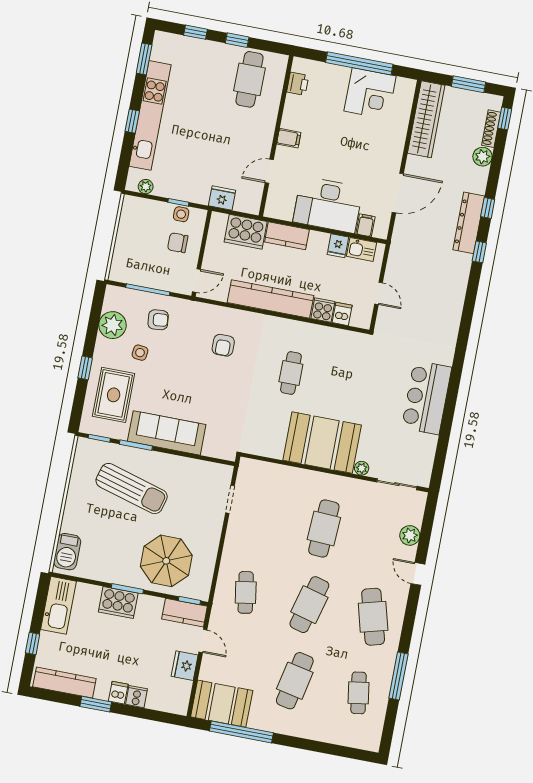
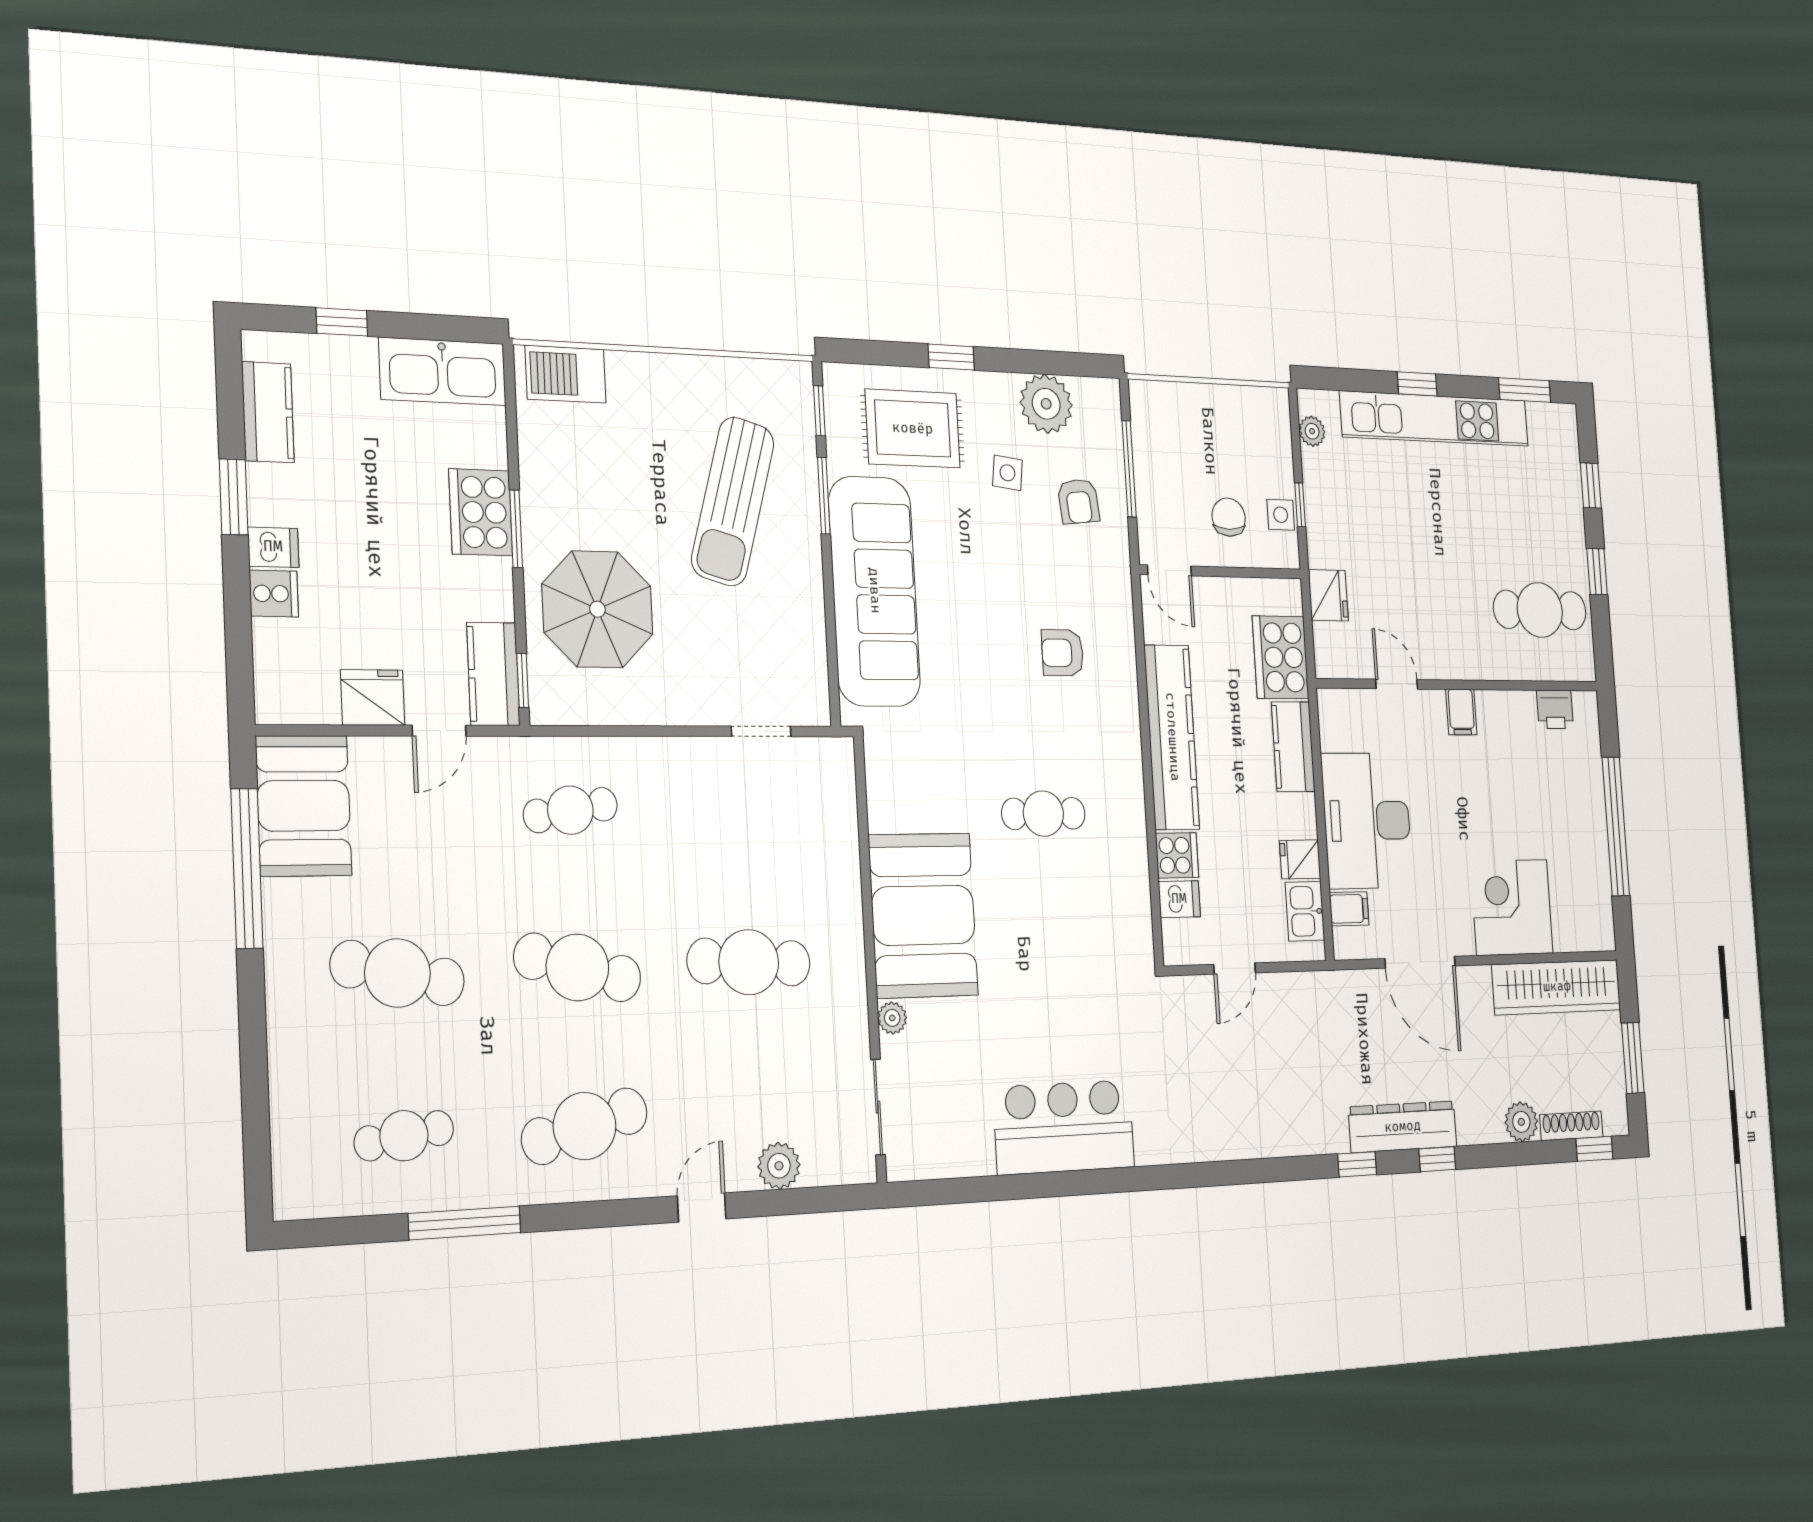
corner desk: (370, 94) -> (1512, 907), moved, turned 90
sofa: (167, 433) -> (874, 591), width x1.36, depth x1.27
kitchen counter: (64, 683) -> (268, 412), width x0.67

